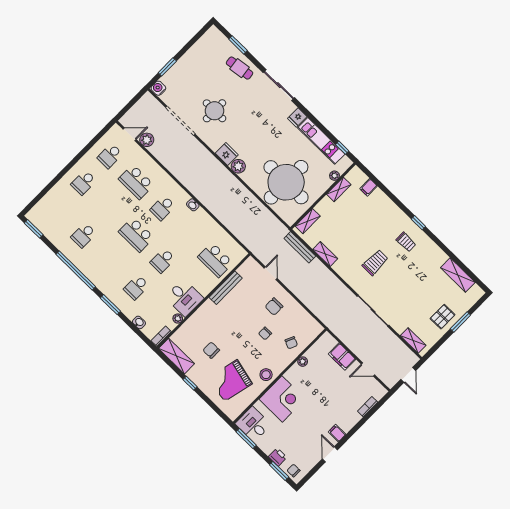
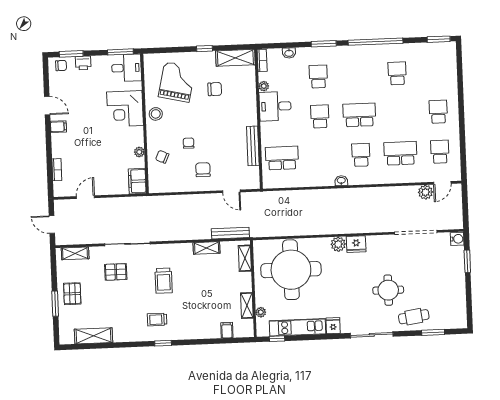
round table: (215, 111) -> (388, 290), moved
pallet: (400, 301) -> (116, 272), added
filing cabinet: (342, 357) -> (137, 181), moved, turned -90

